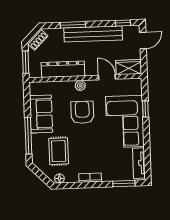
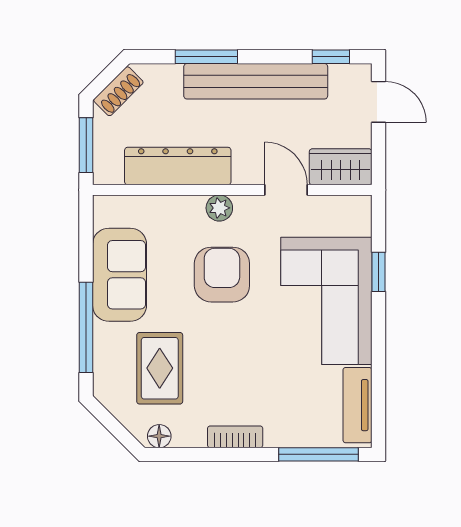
door: (143, 40) -> (378, 102), hinge flipped
window: (124, 184) -> (318, 454), width x1.44

